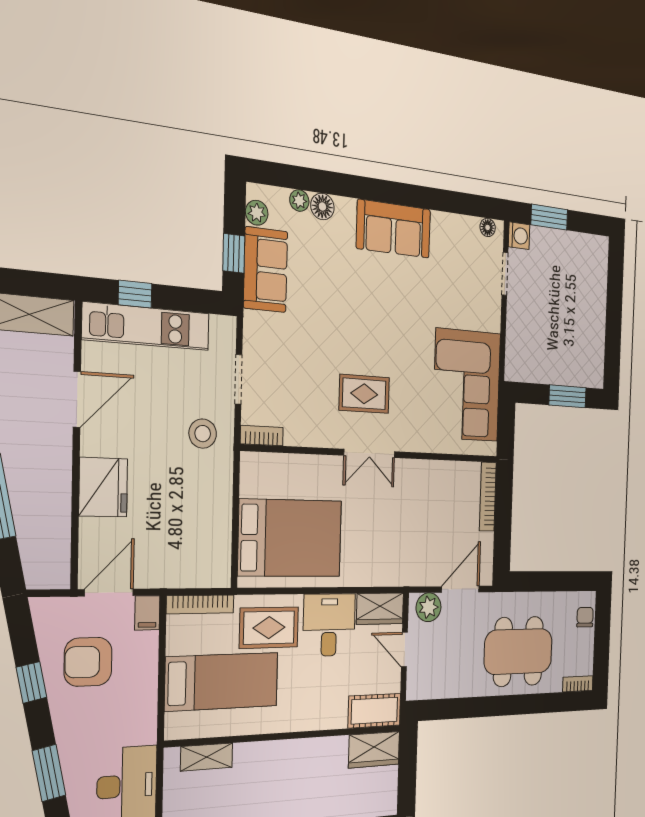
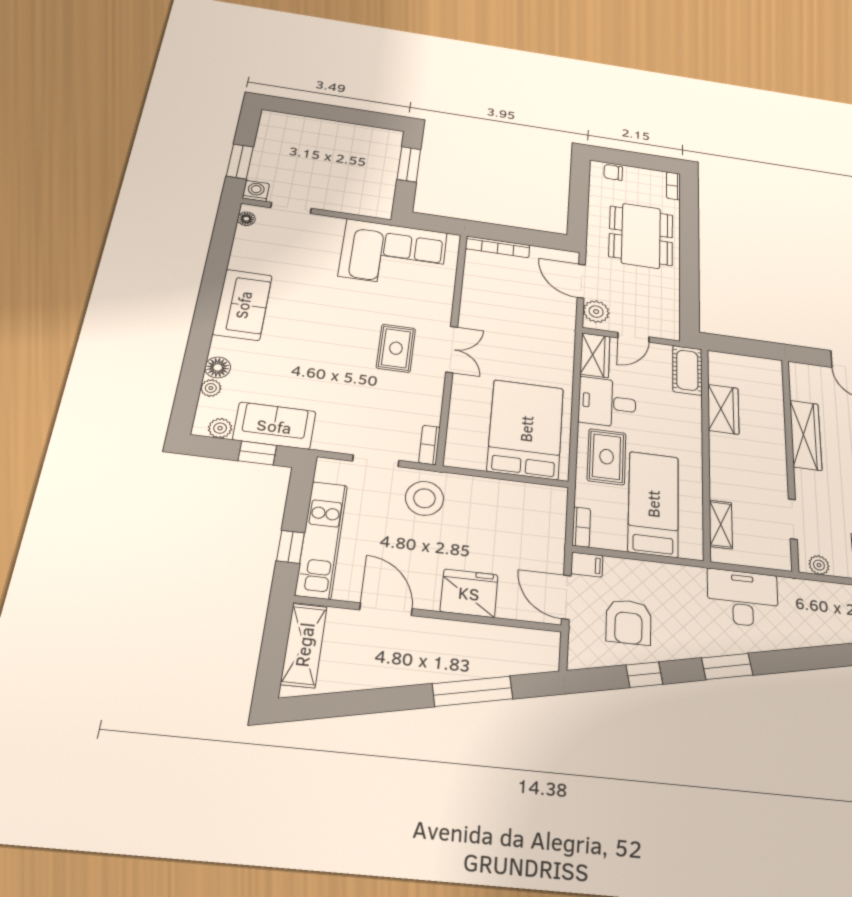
stool: (203, 434) -> (424, 498), width x1.38, depth x1.38
bookcase: (200, 604) -> (581, 527), width x0.64
wardrobe: (374, 750) -> (723, 409), moved

